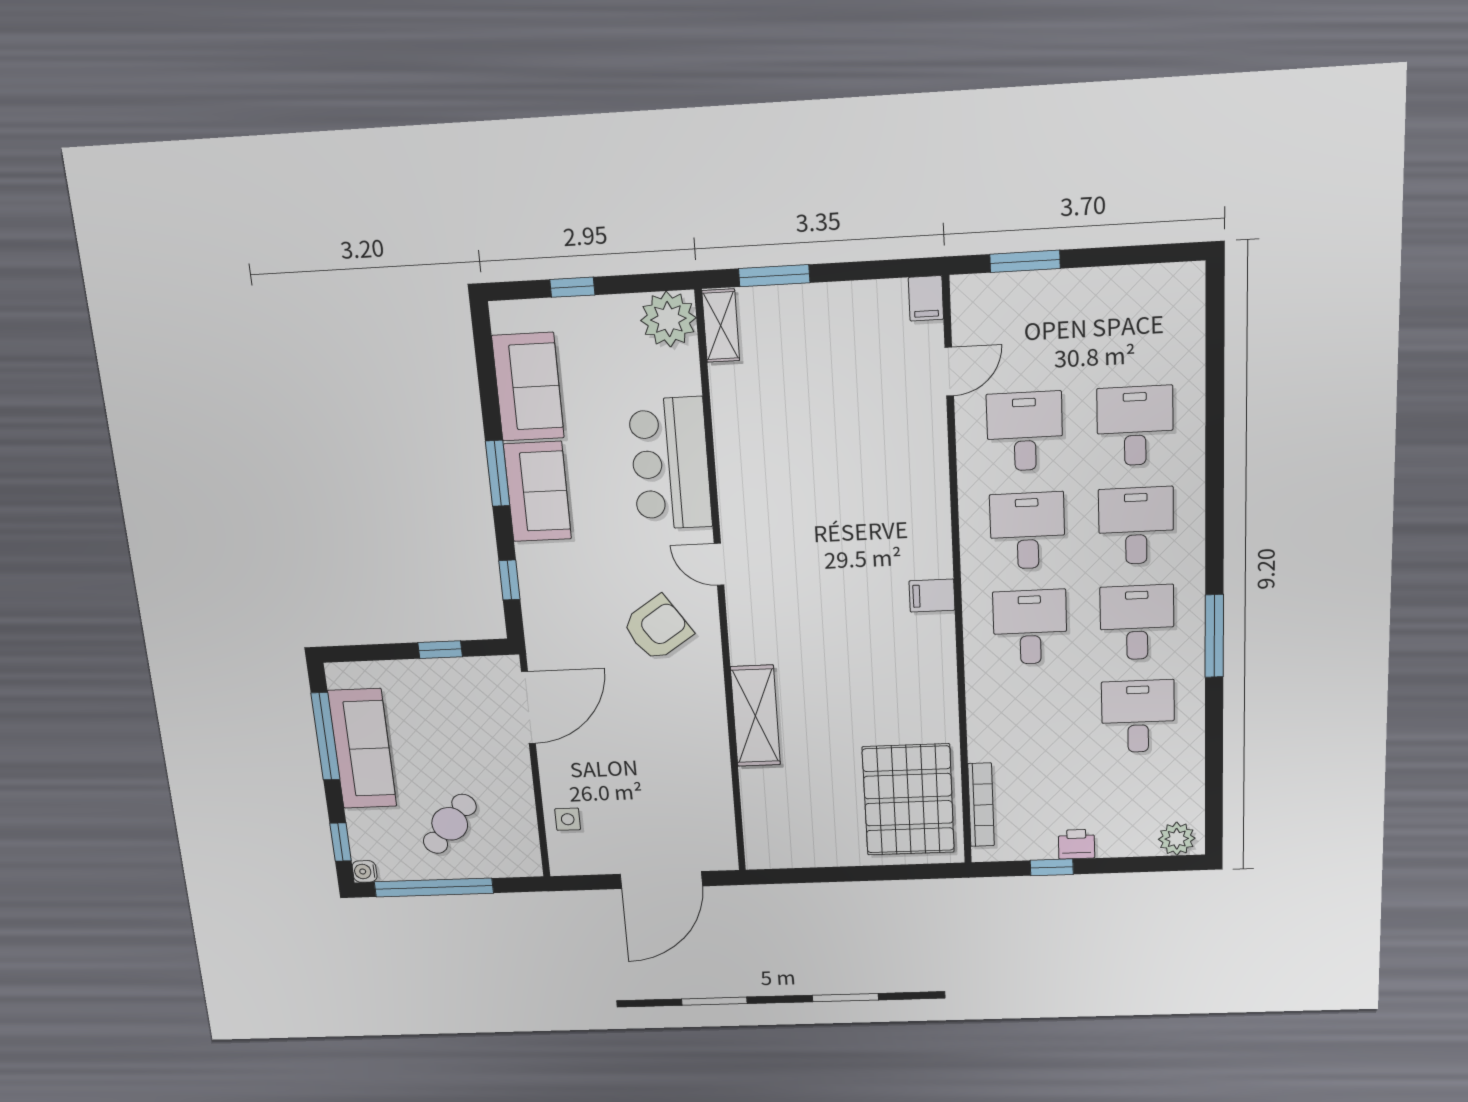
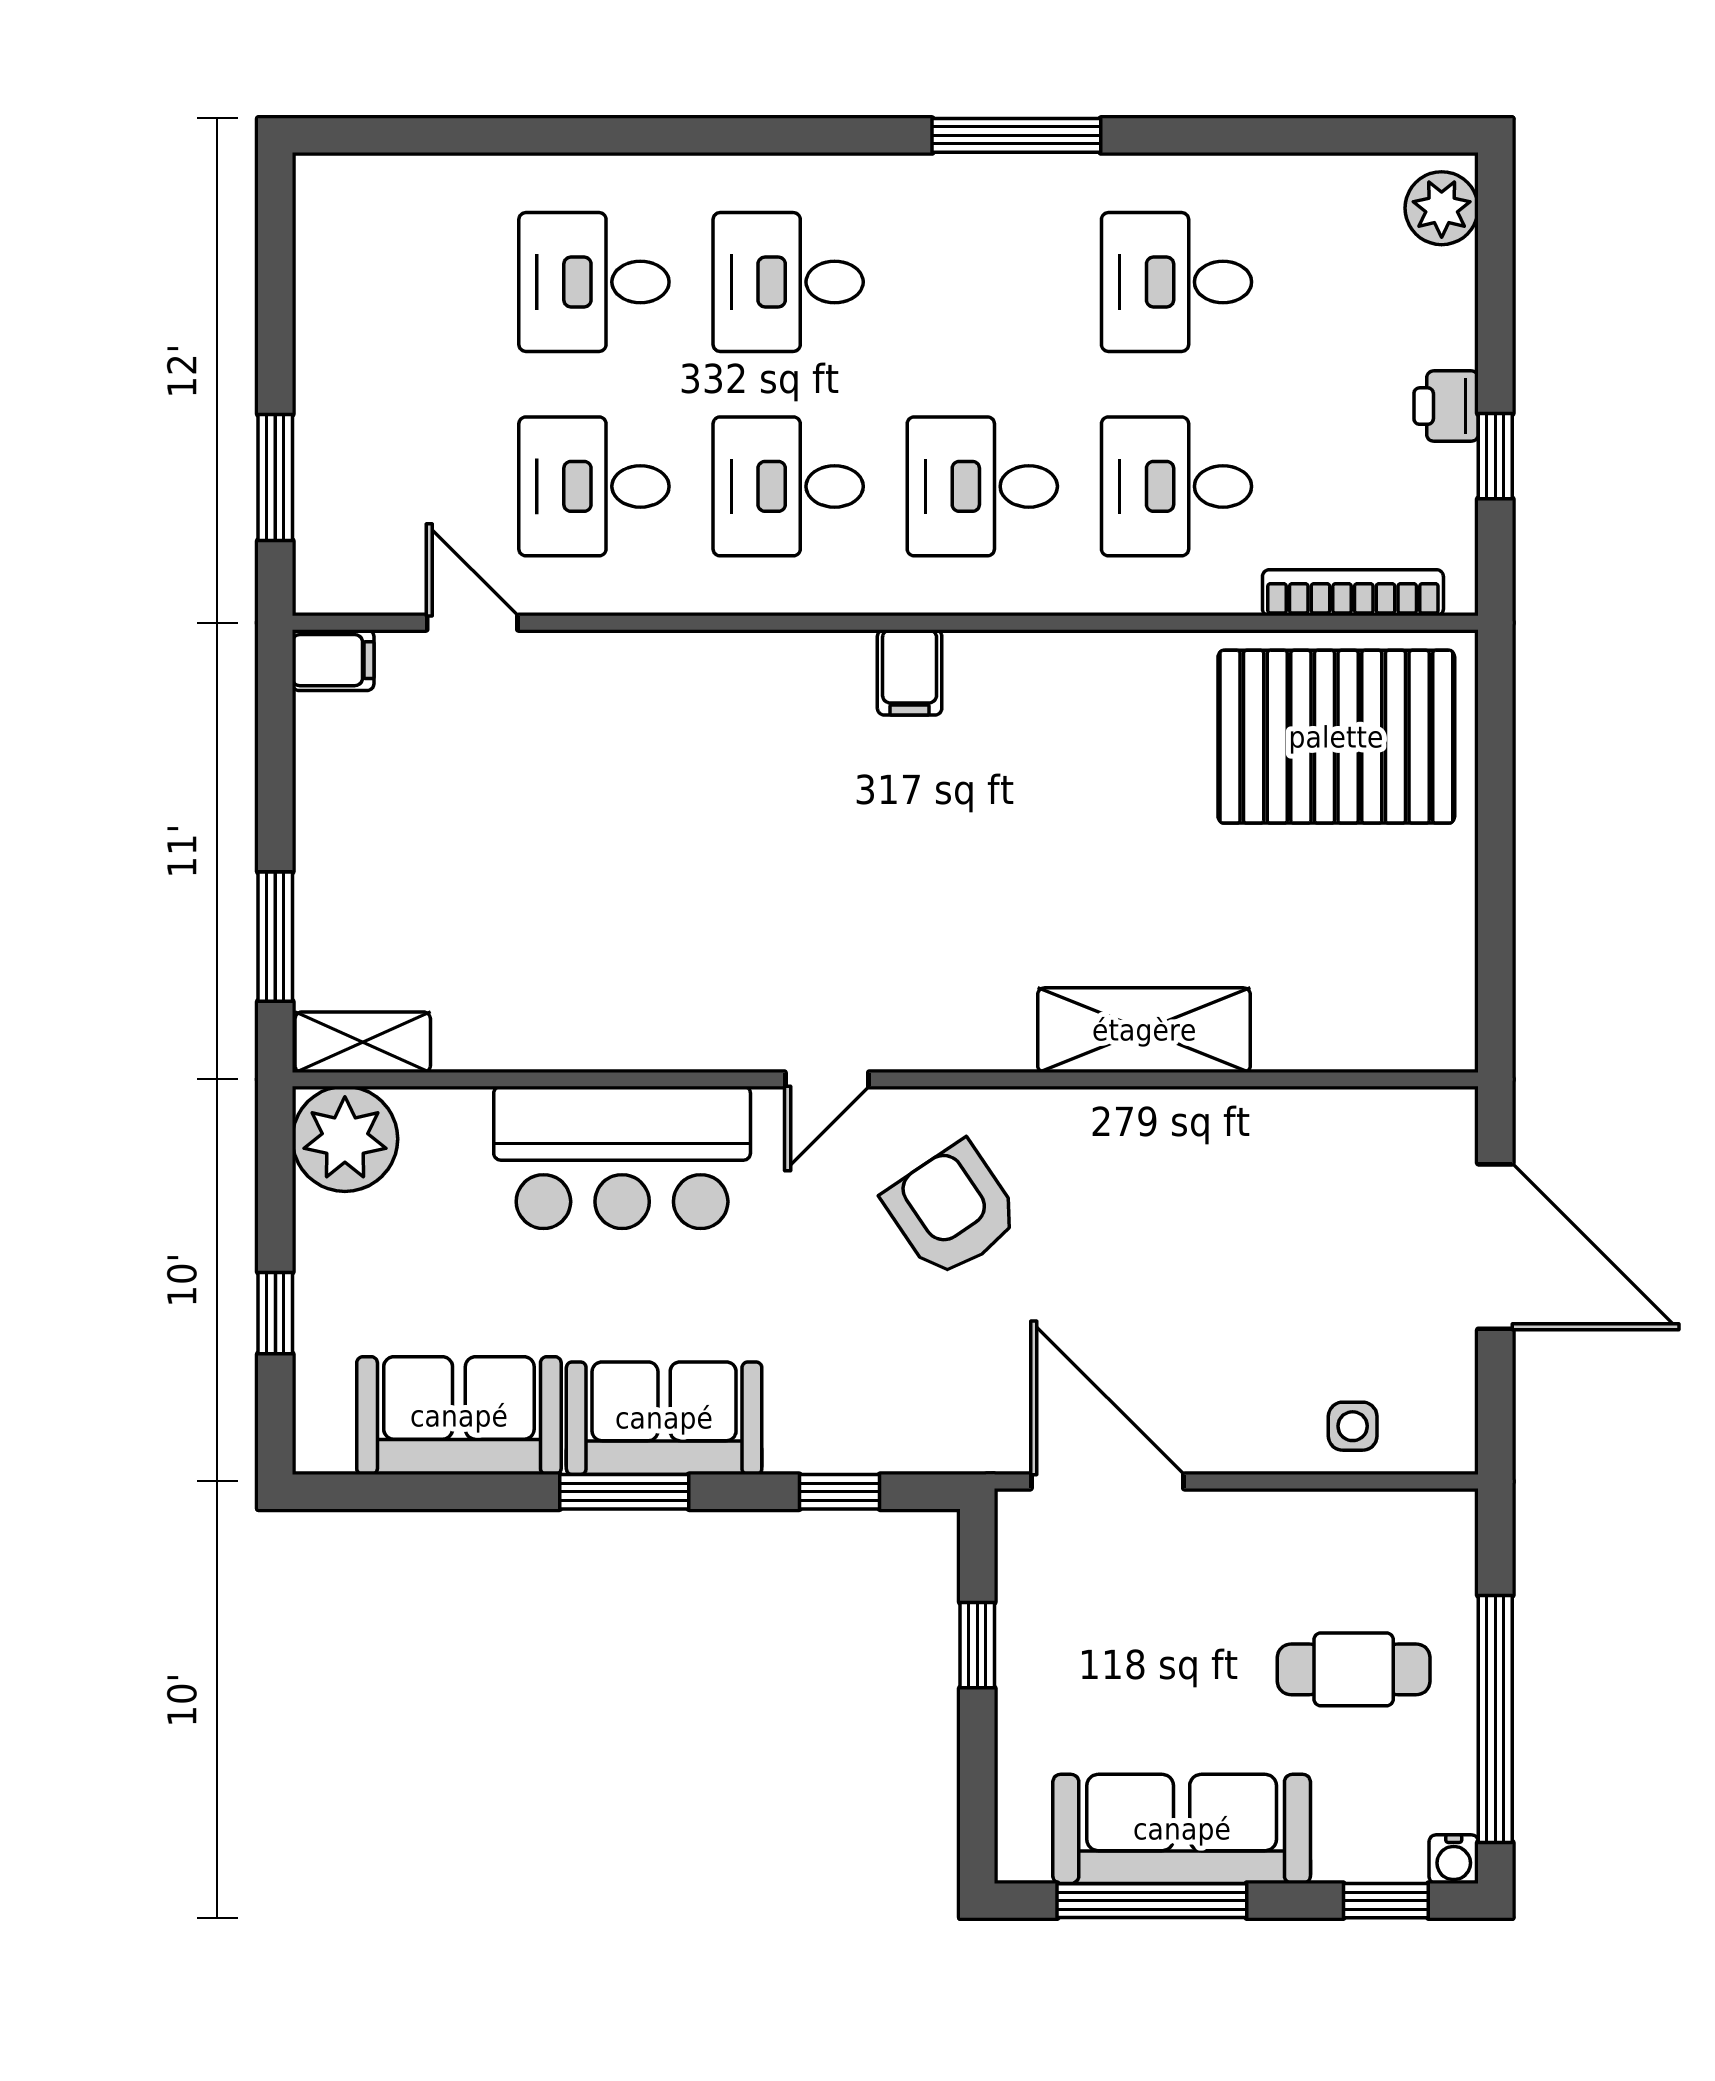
desk: (1137, 623) -> (1177, 486), moved
cafe table: (450, 824) -> (1354, 1669), turned -40

